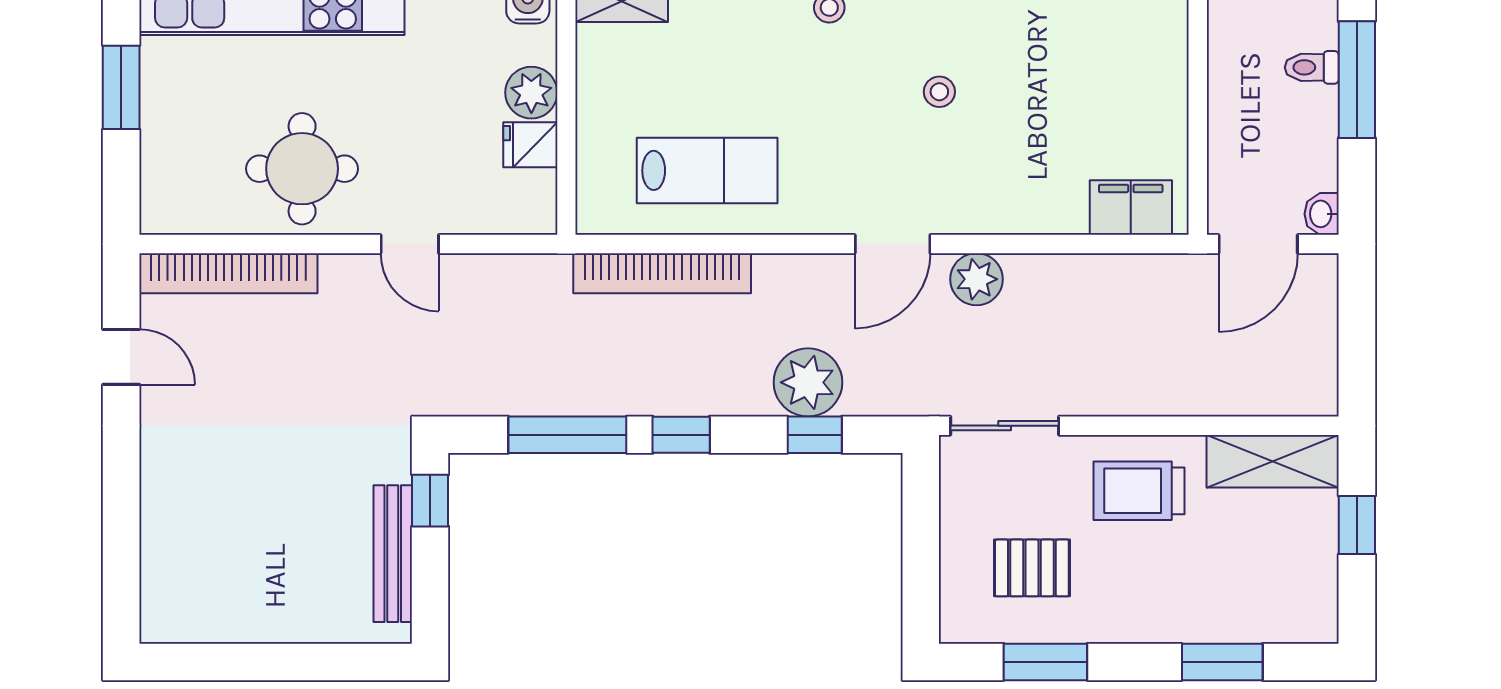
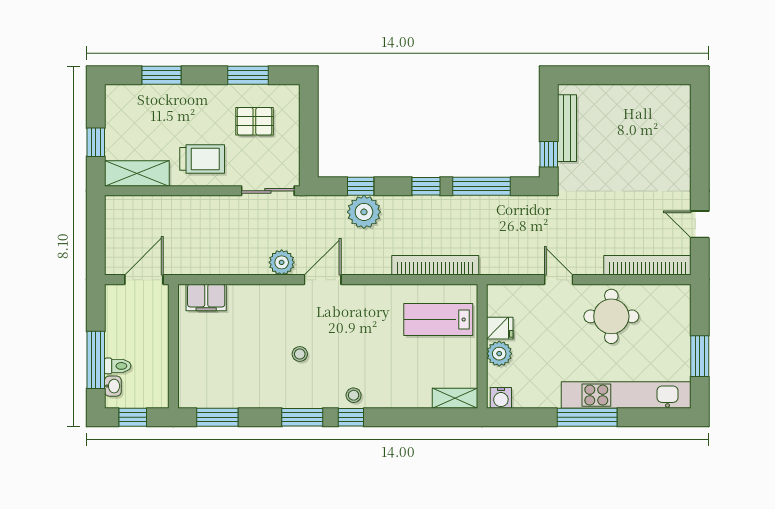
lab bench: (707, 170) -> (438, 320), moved
washbasin: (1322, 214) -> (113, 386), moved

